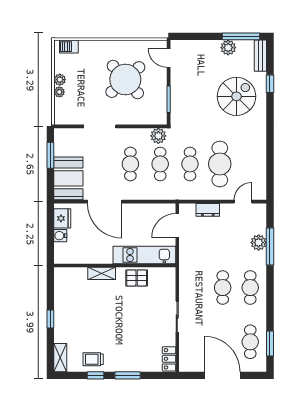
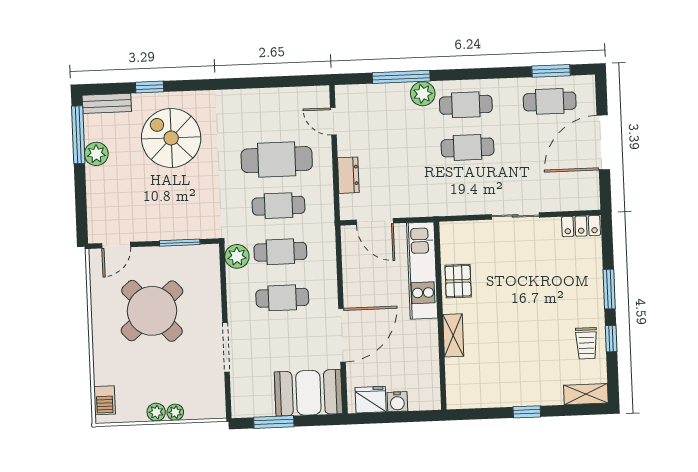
plant: (259, 243) -> (423, 94), moved

